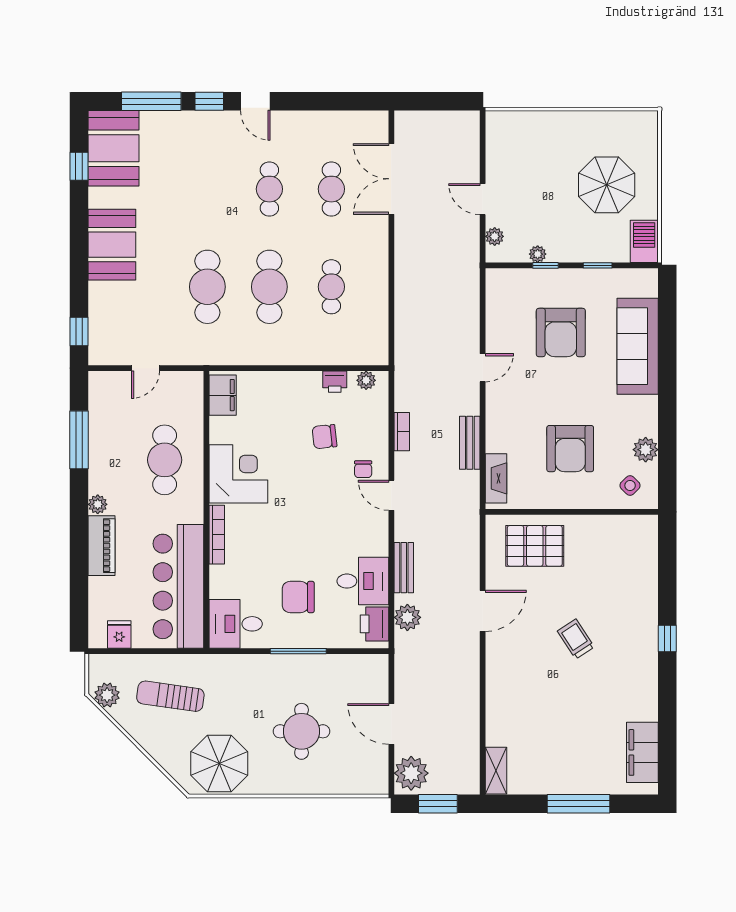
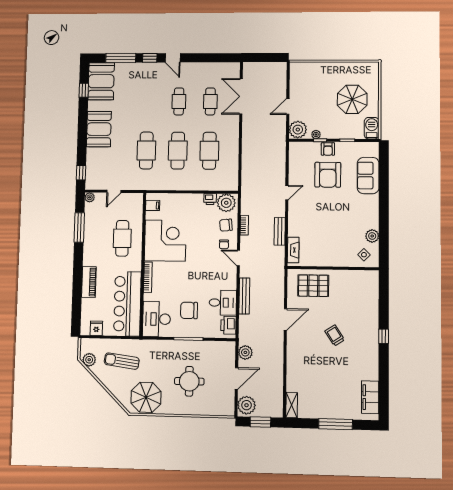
door: (483, 199) -> (288, 107), hinge flipped
plant: (495, 236) -> (298, 130), width x1.87, depth x1.87
cafe table: (331, 287) -> (209, 151), width x1.37, depth x1.35
sofa: (638, 346) -> (368, 175), width x0.73
plant: (366, 380) -> (226, 203), width x1.87, depth x1.87
filing cabinet: (223, 395) -> (153, 205), width x0.50
chair: (325, 437) -> (226, 225), moved
armchair: (570, 449) -> (328, 149), moved, width x0.53, depth x0.53
corner desk: (238, 474) -> (165, 241), width x1.36, depth x1.36
plant: (98, 504) -> (90, 197), moved
bench: (404, 568) -> (244, 296), width x1.36
plant: (407, 617) -> (245, 352), moved
desk: (236, 624) -> (156, 319), width x1.37
door: (391, 724) -> (236, 379), swing flipped

